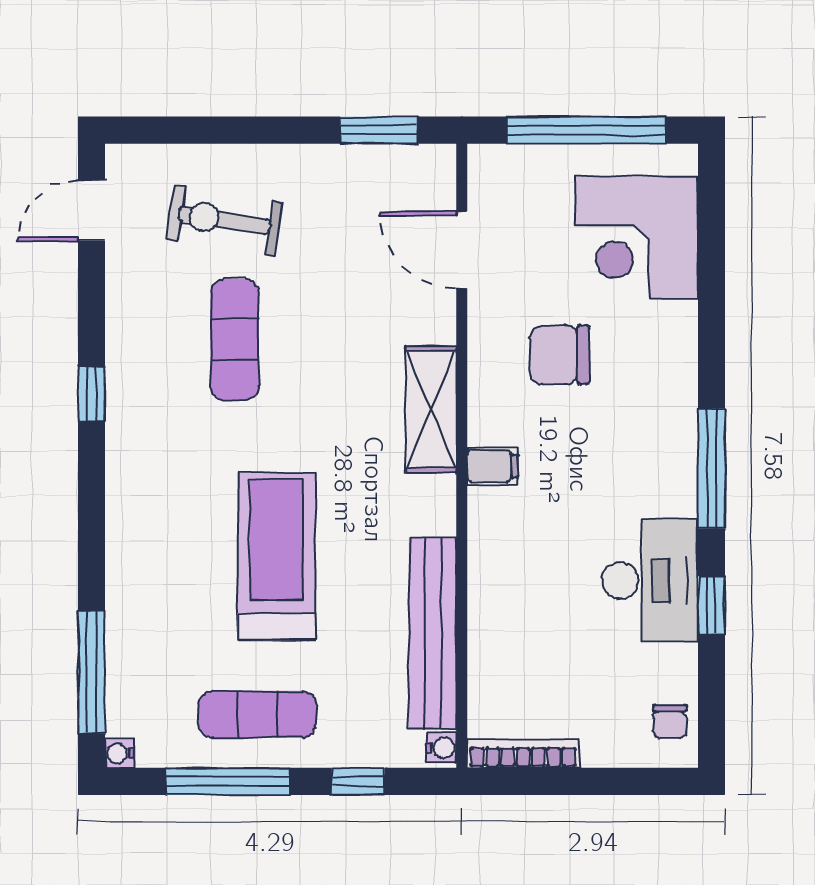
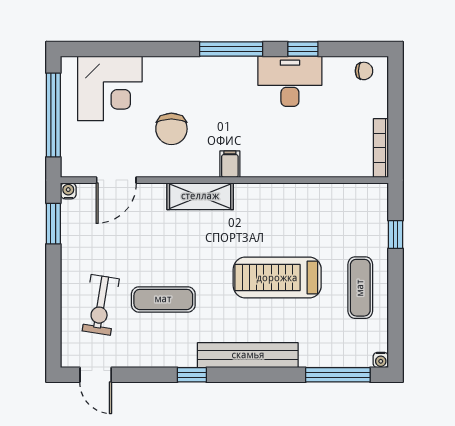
bench: (433, 633) -> (248, 355), moved
water cooler: (441, 748) -> (68, 191), moved
window: (228, 781) -> (395, 303), removed

